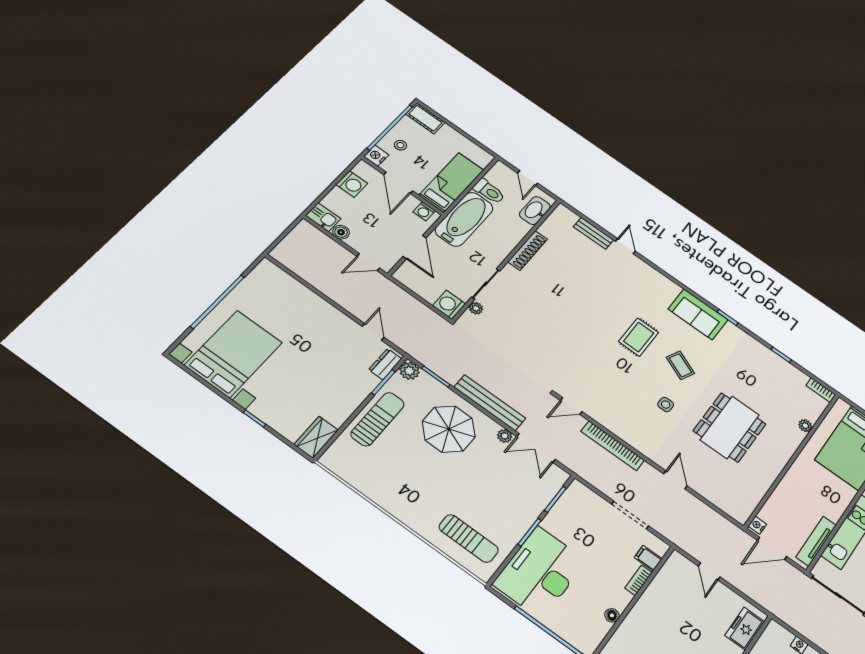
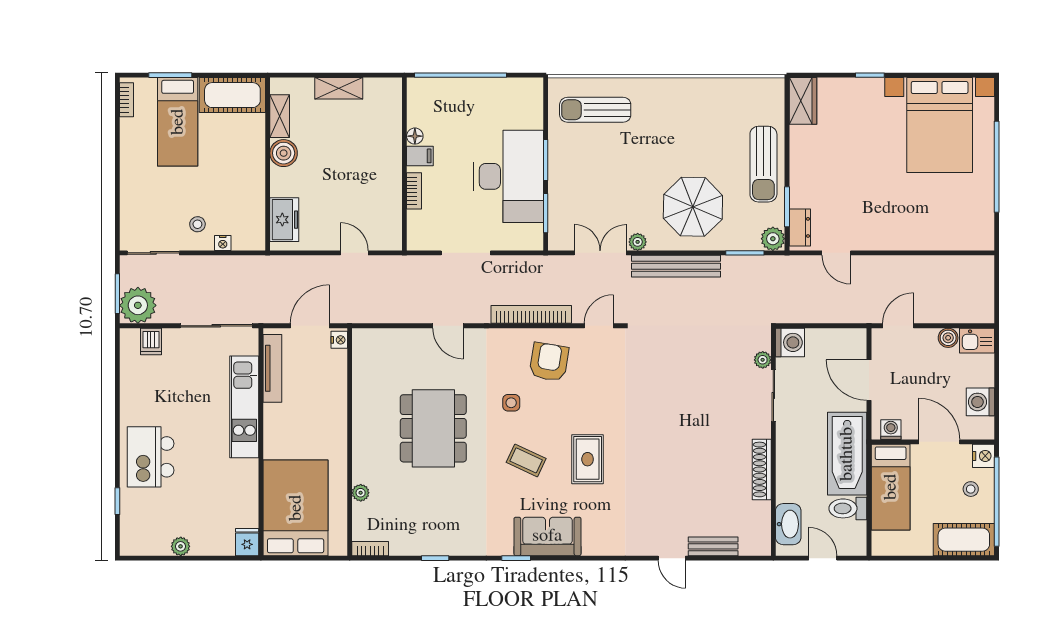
cot: (425, 118) -> (964, 540), width x1.37, depth x1.34
armchair: (622, 410) -> (549, 362), added
filing cabinet: (648, 558) -> (420, 156), moved
desk: (540, 572) -> (509, 176), moved

